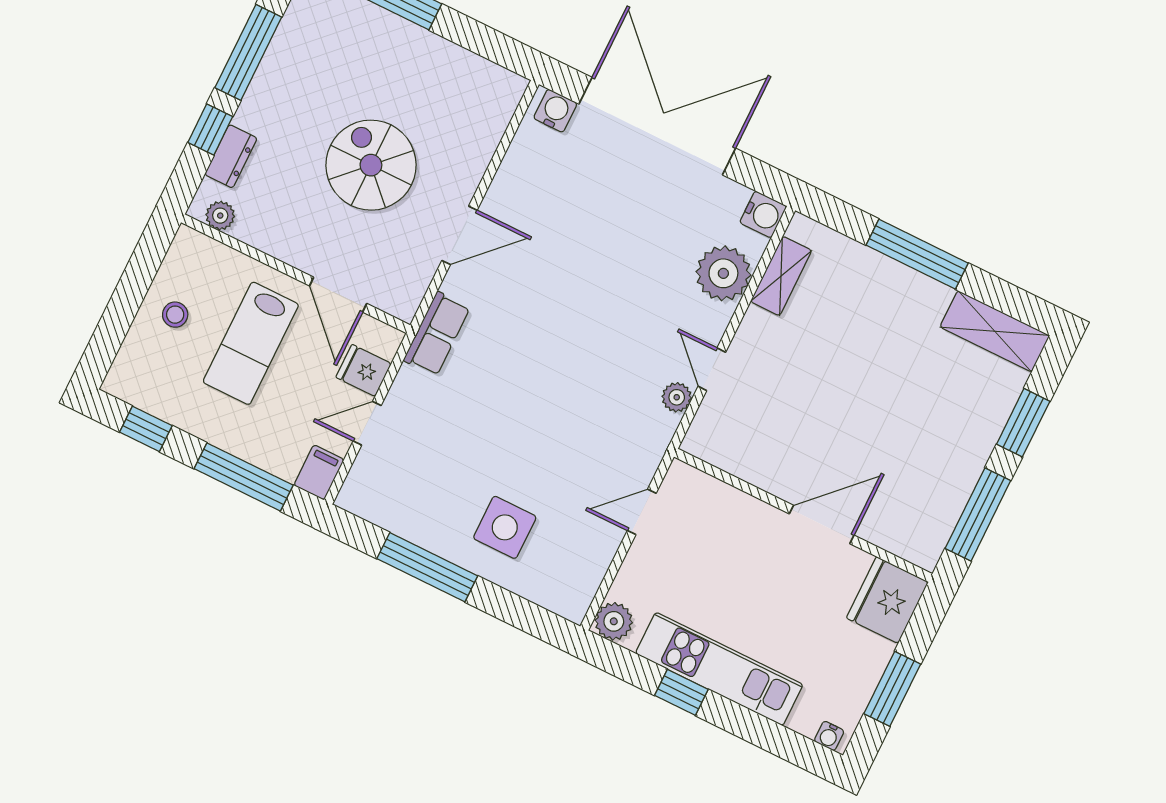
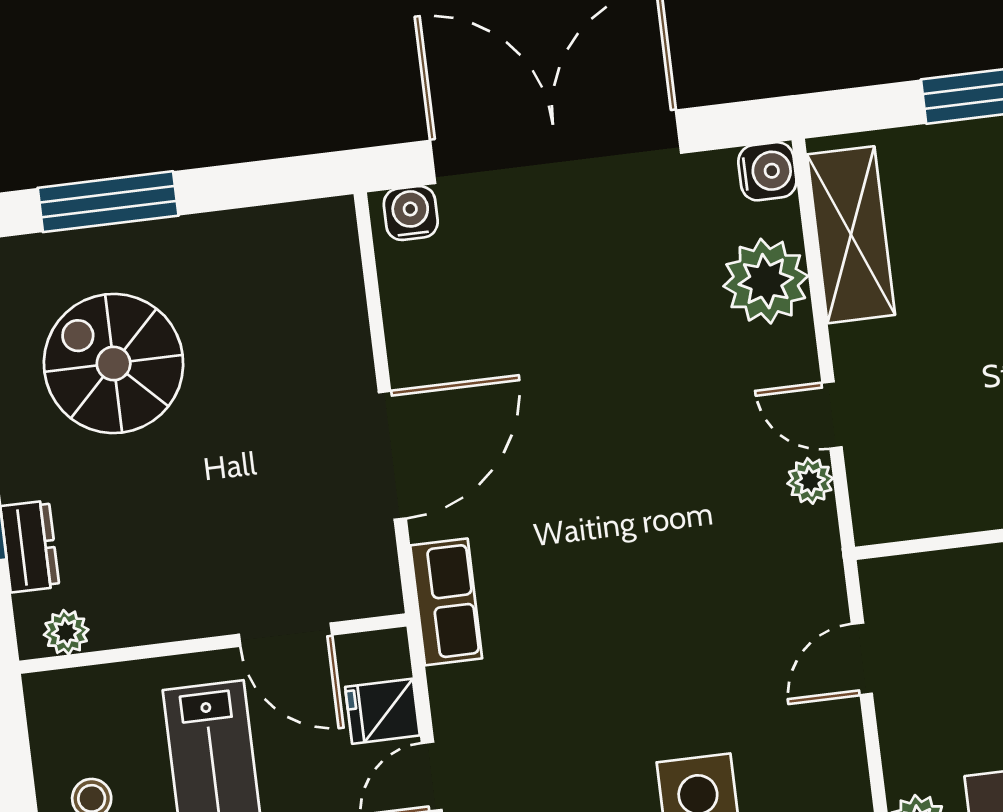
spiral stairs: (371, 165) -> (114, 363), moved
door: (459, 235) -> (392, 455), width x1.36
shelving: (781, 276) -> (851, 235), width x1.50, depth x1.33

